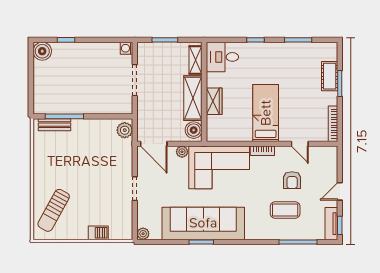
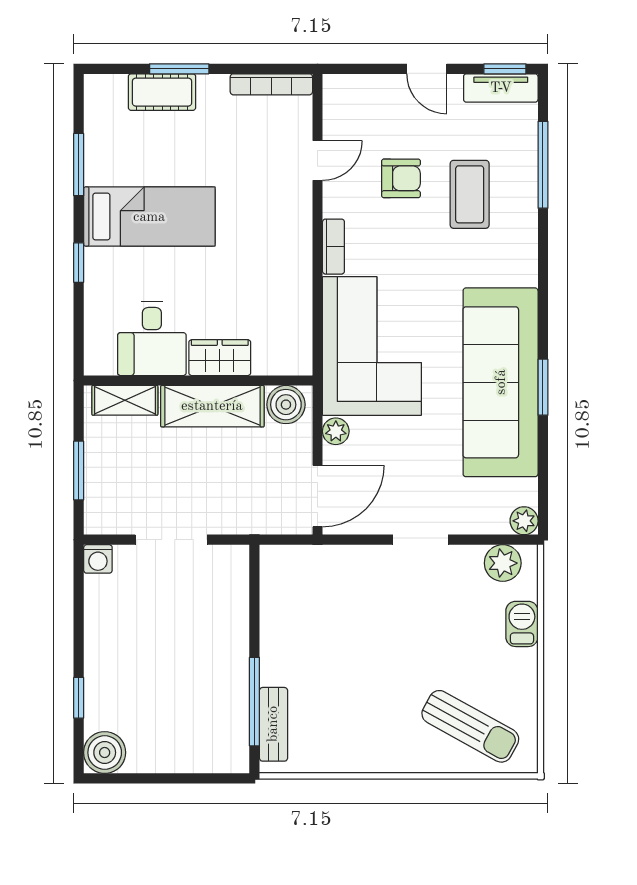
desk: (222, 57) -> (152, 339), moved
bed: (266, 113) -> (149, 217), moved, turned 180
plant: (125, 130) -> (503, 563), moved

